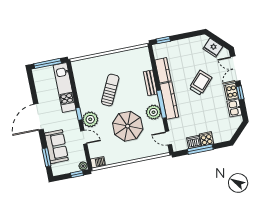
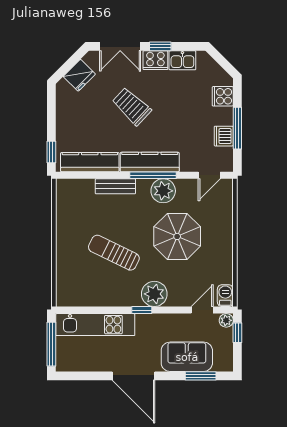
kitchen counter: (163, 70) -> (90, 162), width x1.50
door: (84, 137) -> (202, 310), moved
cooker: (206, 139) -> (223, 96), moved

